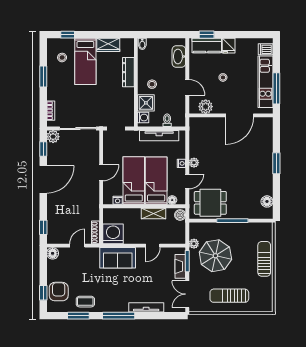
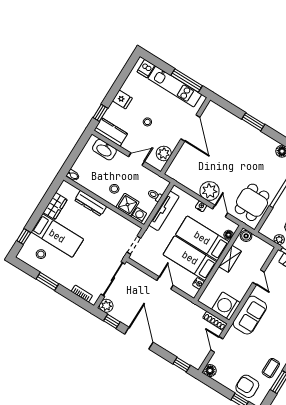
kitchen counter: (207, 46) -> (111, 132), moved, turned -90
plant: (194, 163) -> (210, 191), width x1.88, depth x1.88

